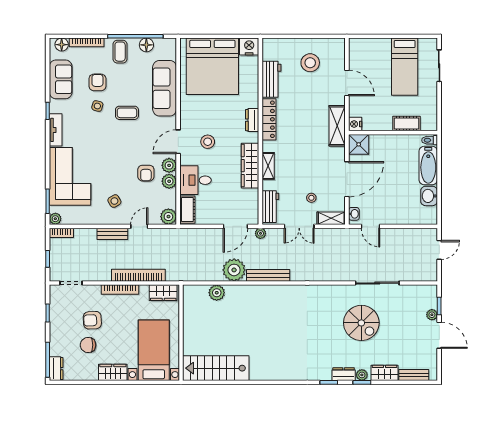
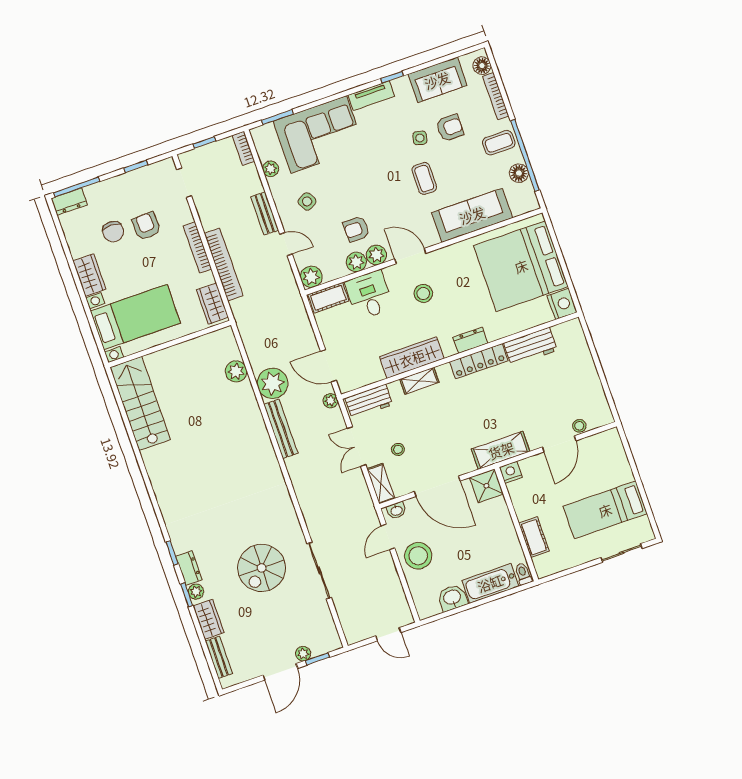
stool: (310, 63) -> (579, 426), moved, width x0.53, depth x0.53
stool: (391, 210) -> (418, 556), added
plant: (55, 219) -> (271, 169), moved
chair: (88, 345) -> (113, 232), turned 180

